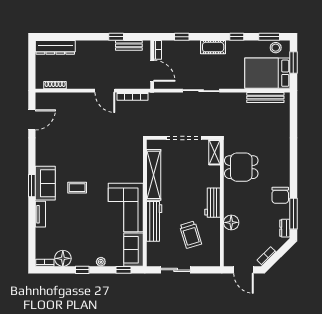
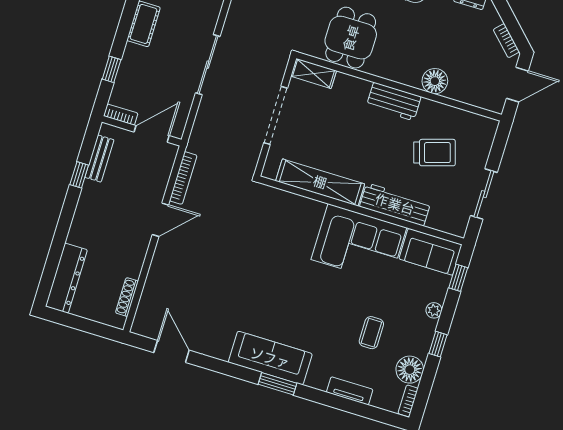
sofa: (45, 183) -> (270, 358), width x1.36
coffee table: (77, 188) -> (371, 333), moved
tv unit: (40, 214) -> (350, 391), moved

